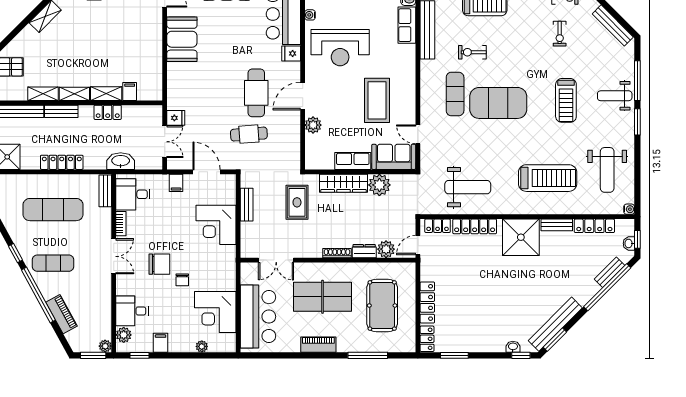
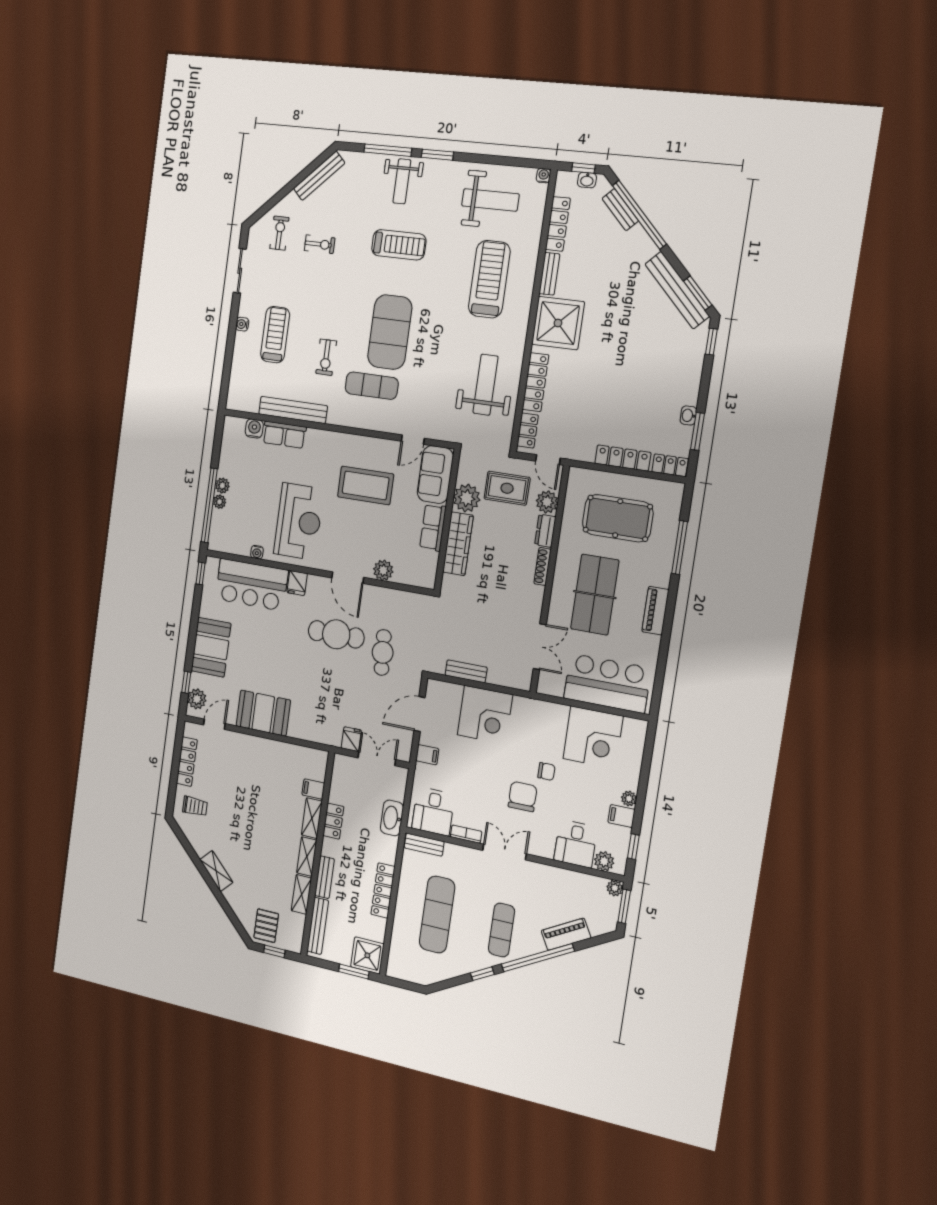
rug: (297, 202) -> (507, 488), moved
plant: (202, 346) -> (629, 799), moved
washbasin: (513, 347) -> (688, 415), moved

